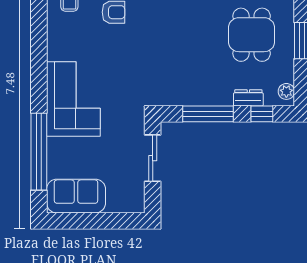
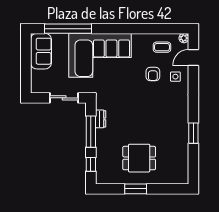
plant: (286, 91) -> (105, 179), removed
dresser: (248, 98) -> (101, 119), moved
corner sofa: (73, 99) -> (100, 55), width x1.36, depth x1.36

